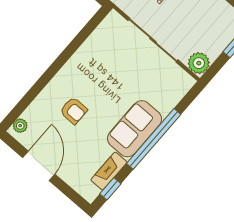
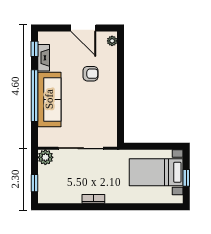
armchair: (73, 111) -> (91, 74), turned 180
sofa: (135, 129) -> (49, 99), width x1.36

